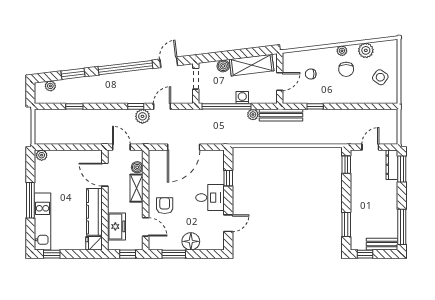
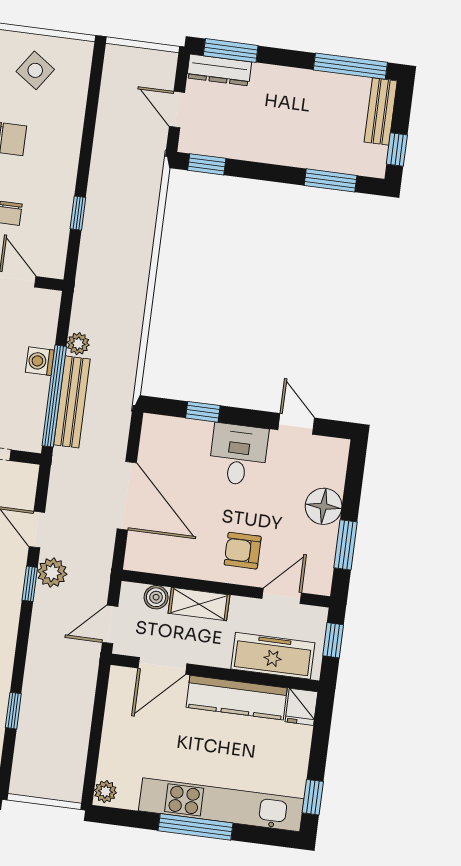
bench: (281, 115) -> (72, 402), moved
kitchen unit: (42, 221) -> (221, 805), width x1.36
freezer: (117, 226) -> (273, 656), width x1.40

